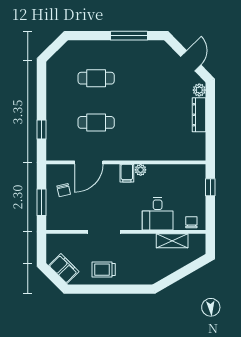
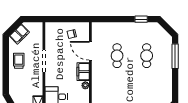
window: (129, 36) -> (175, 56), moved
window: (41, 129) -> (141, 19), moved
filing cabinet: (127, 173) -> (83, 72), width x2.00
window: (41, 202) -> (64, 19), removed

